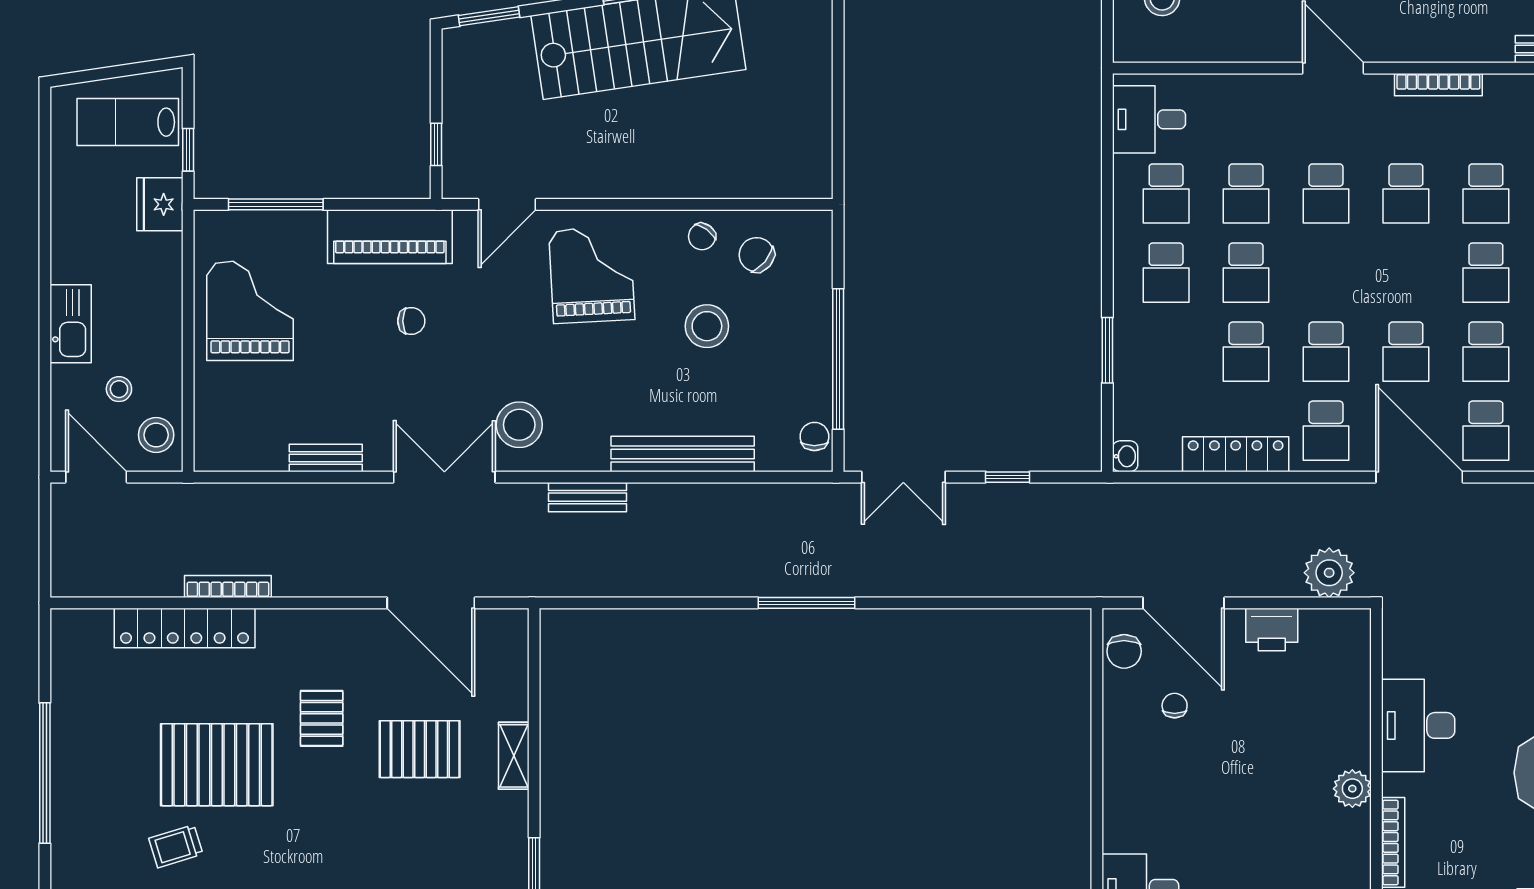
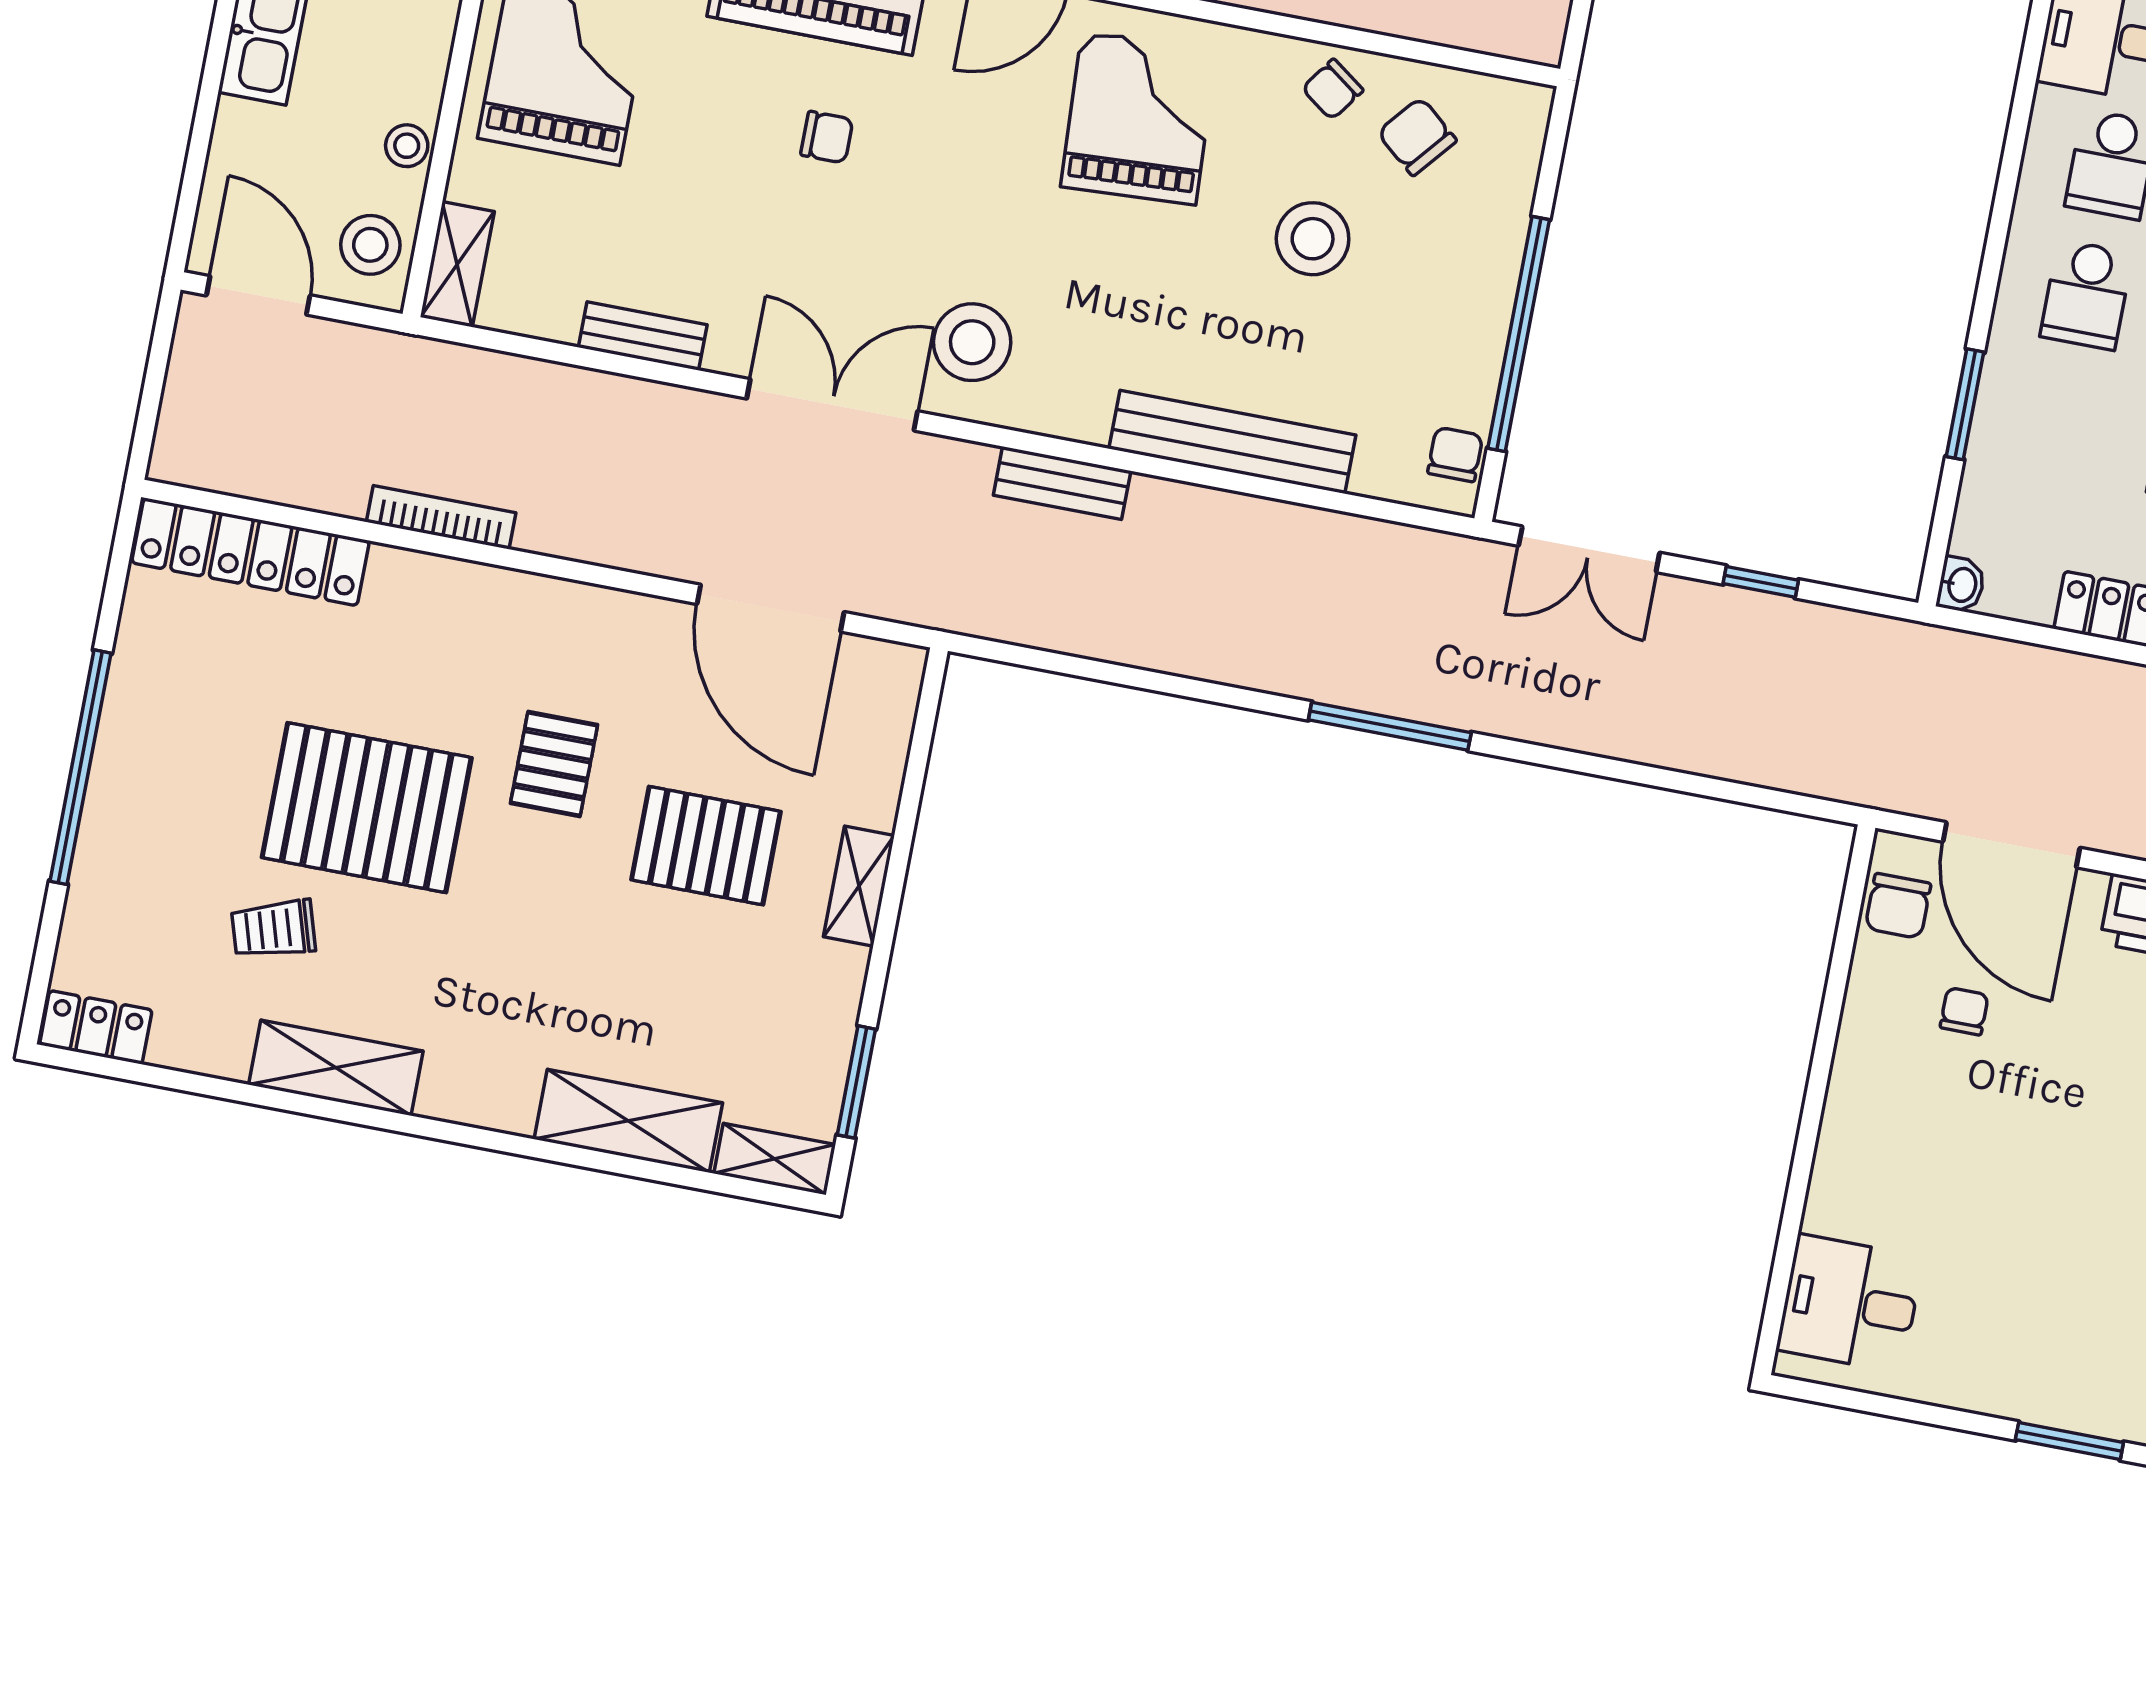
stool: (119, 389) -> (407, 146), moved
shelving: (209, 437) -> (457, 264), added
locker: (185, 628) -> (250, 552), moved

